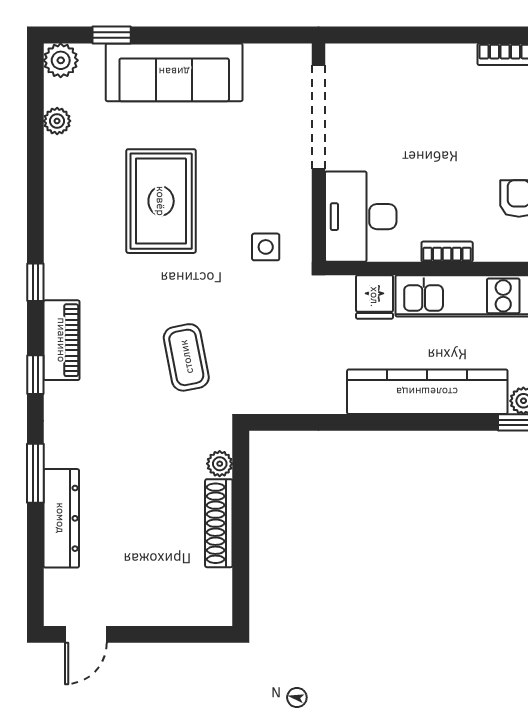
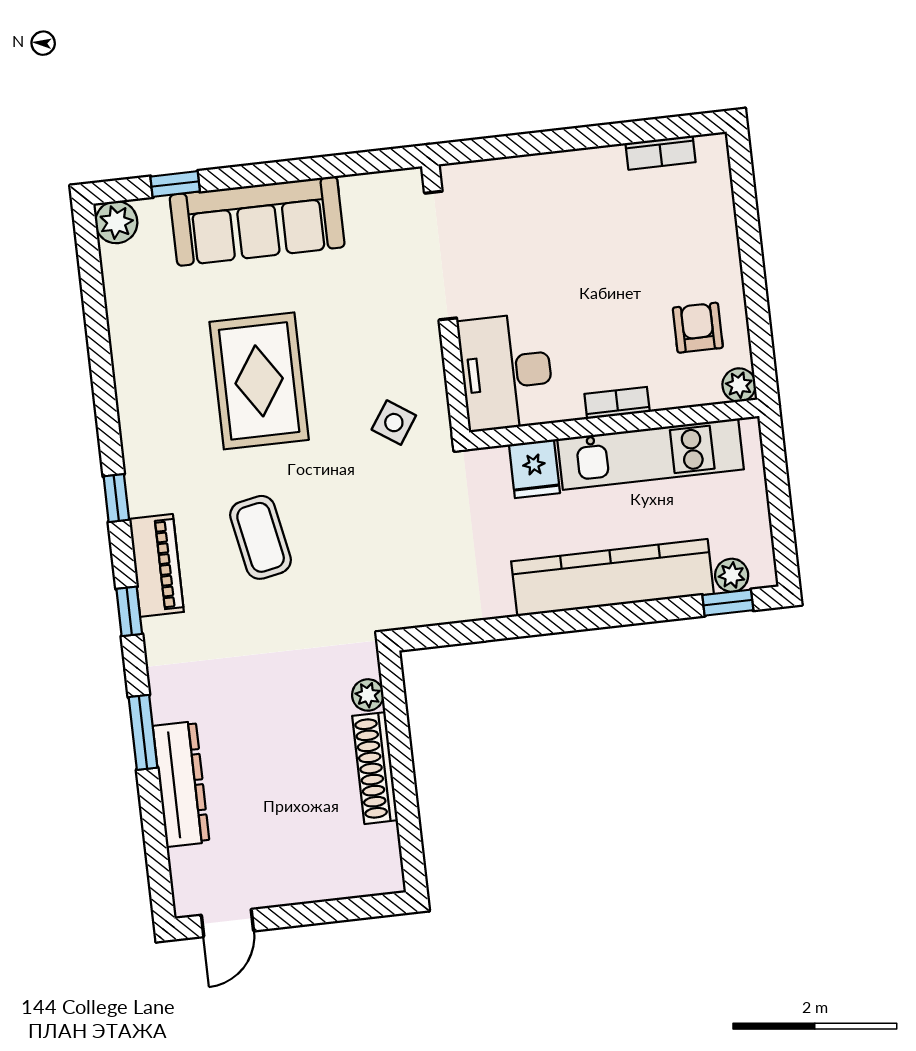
plant: (57, 121) -> (120, 297), removed
side table: (266, 247) -> (394, 423), turned 34
coffee table: (186, 357) -> (261, 537), moved

